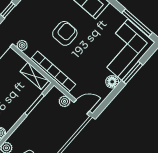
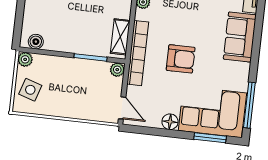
armchair: (65, 33) -> (181, 59), moved
window: (132, 73) -> (210, 138), moved
plant: (65, 101) -> (117, 70), moved

